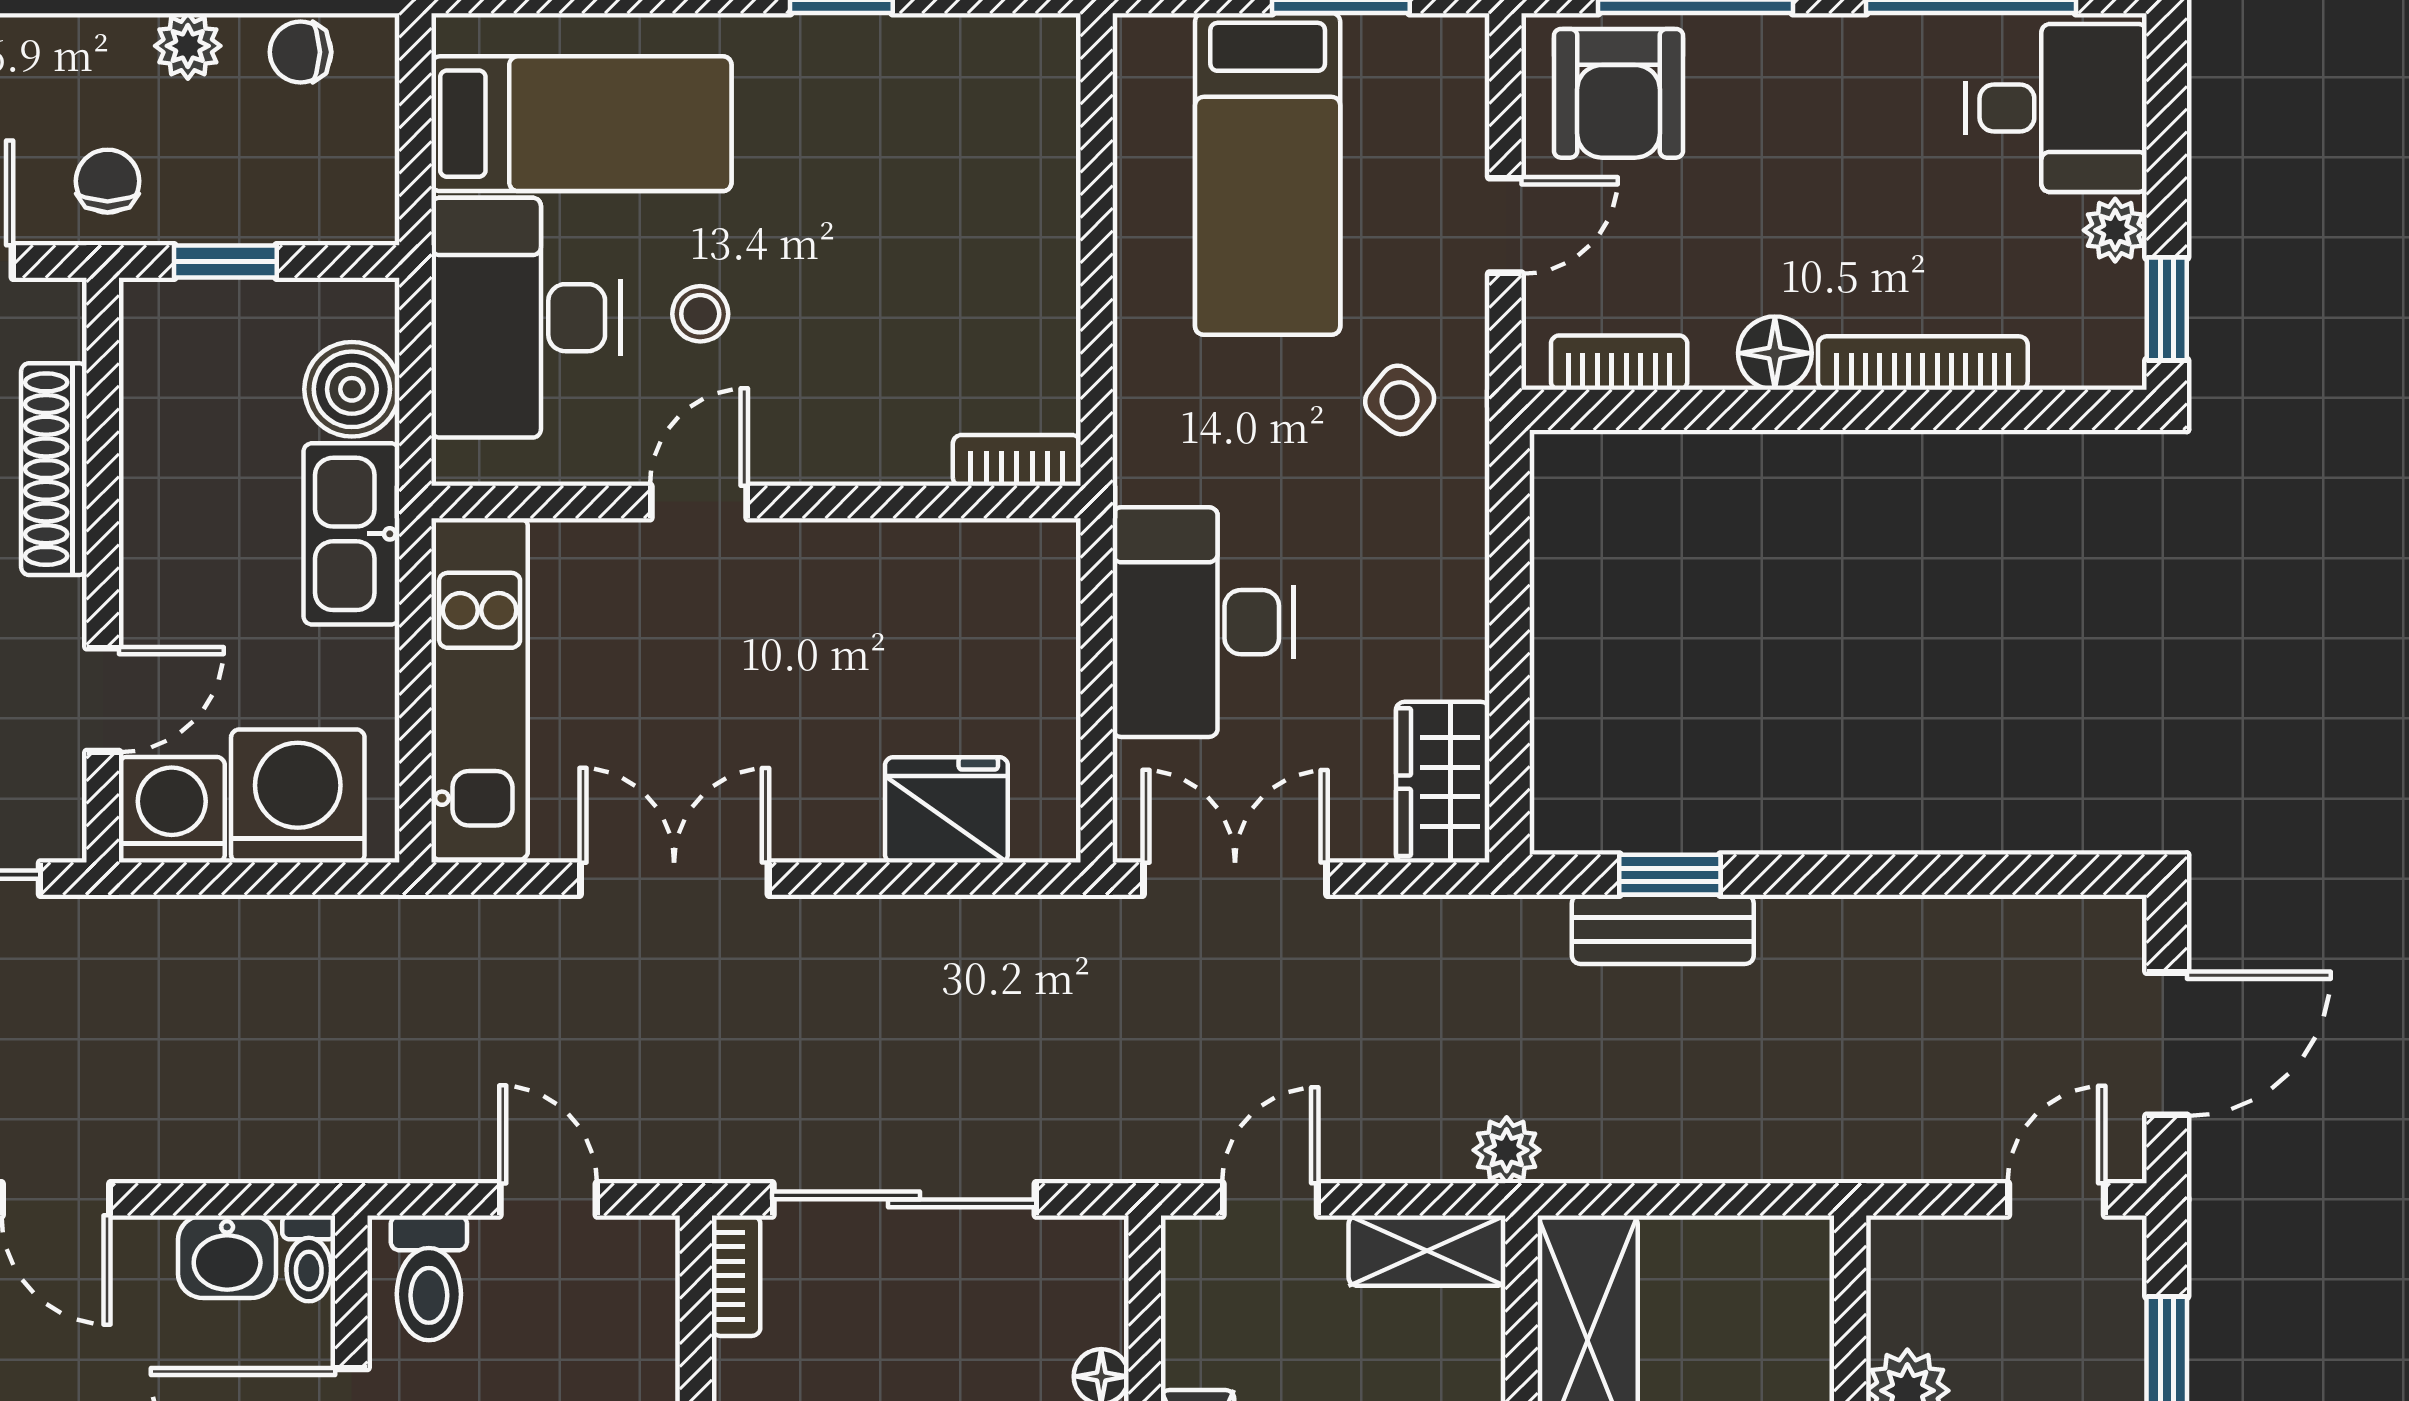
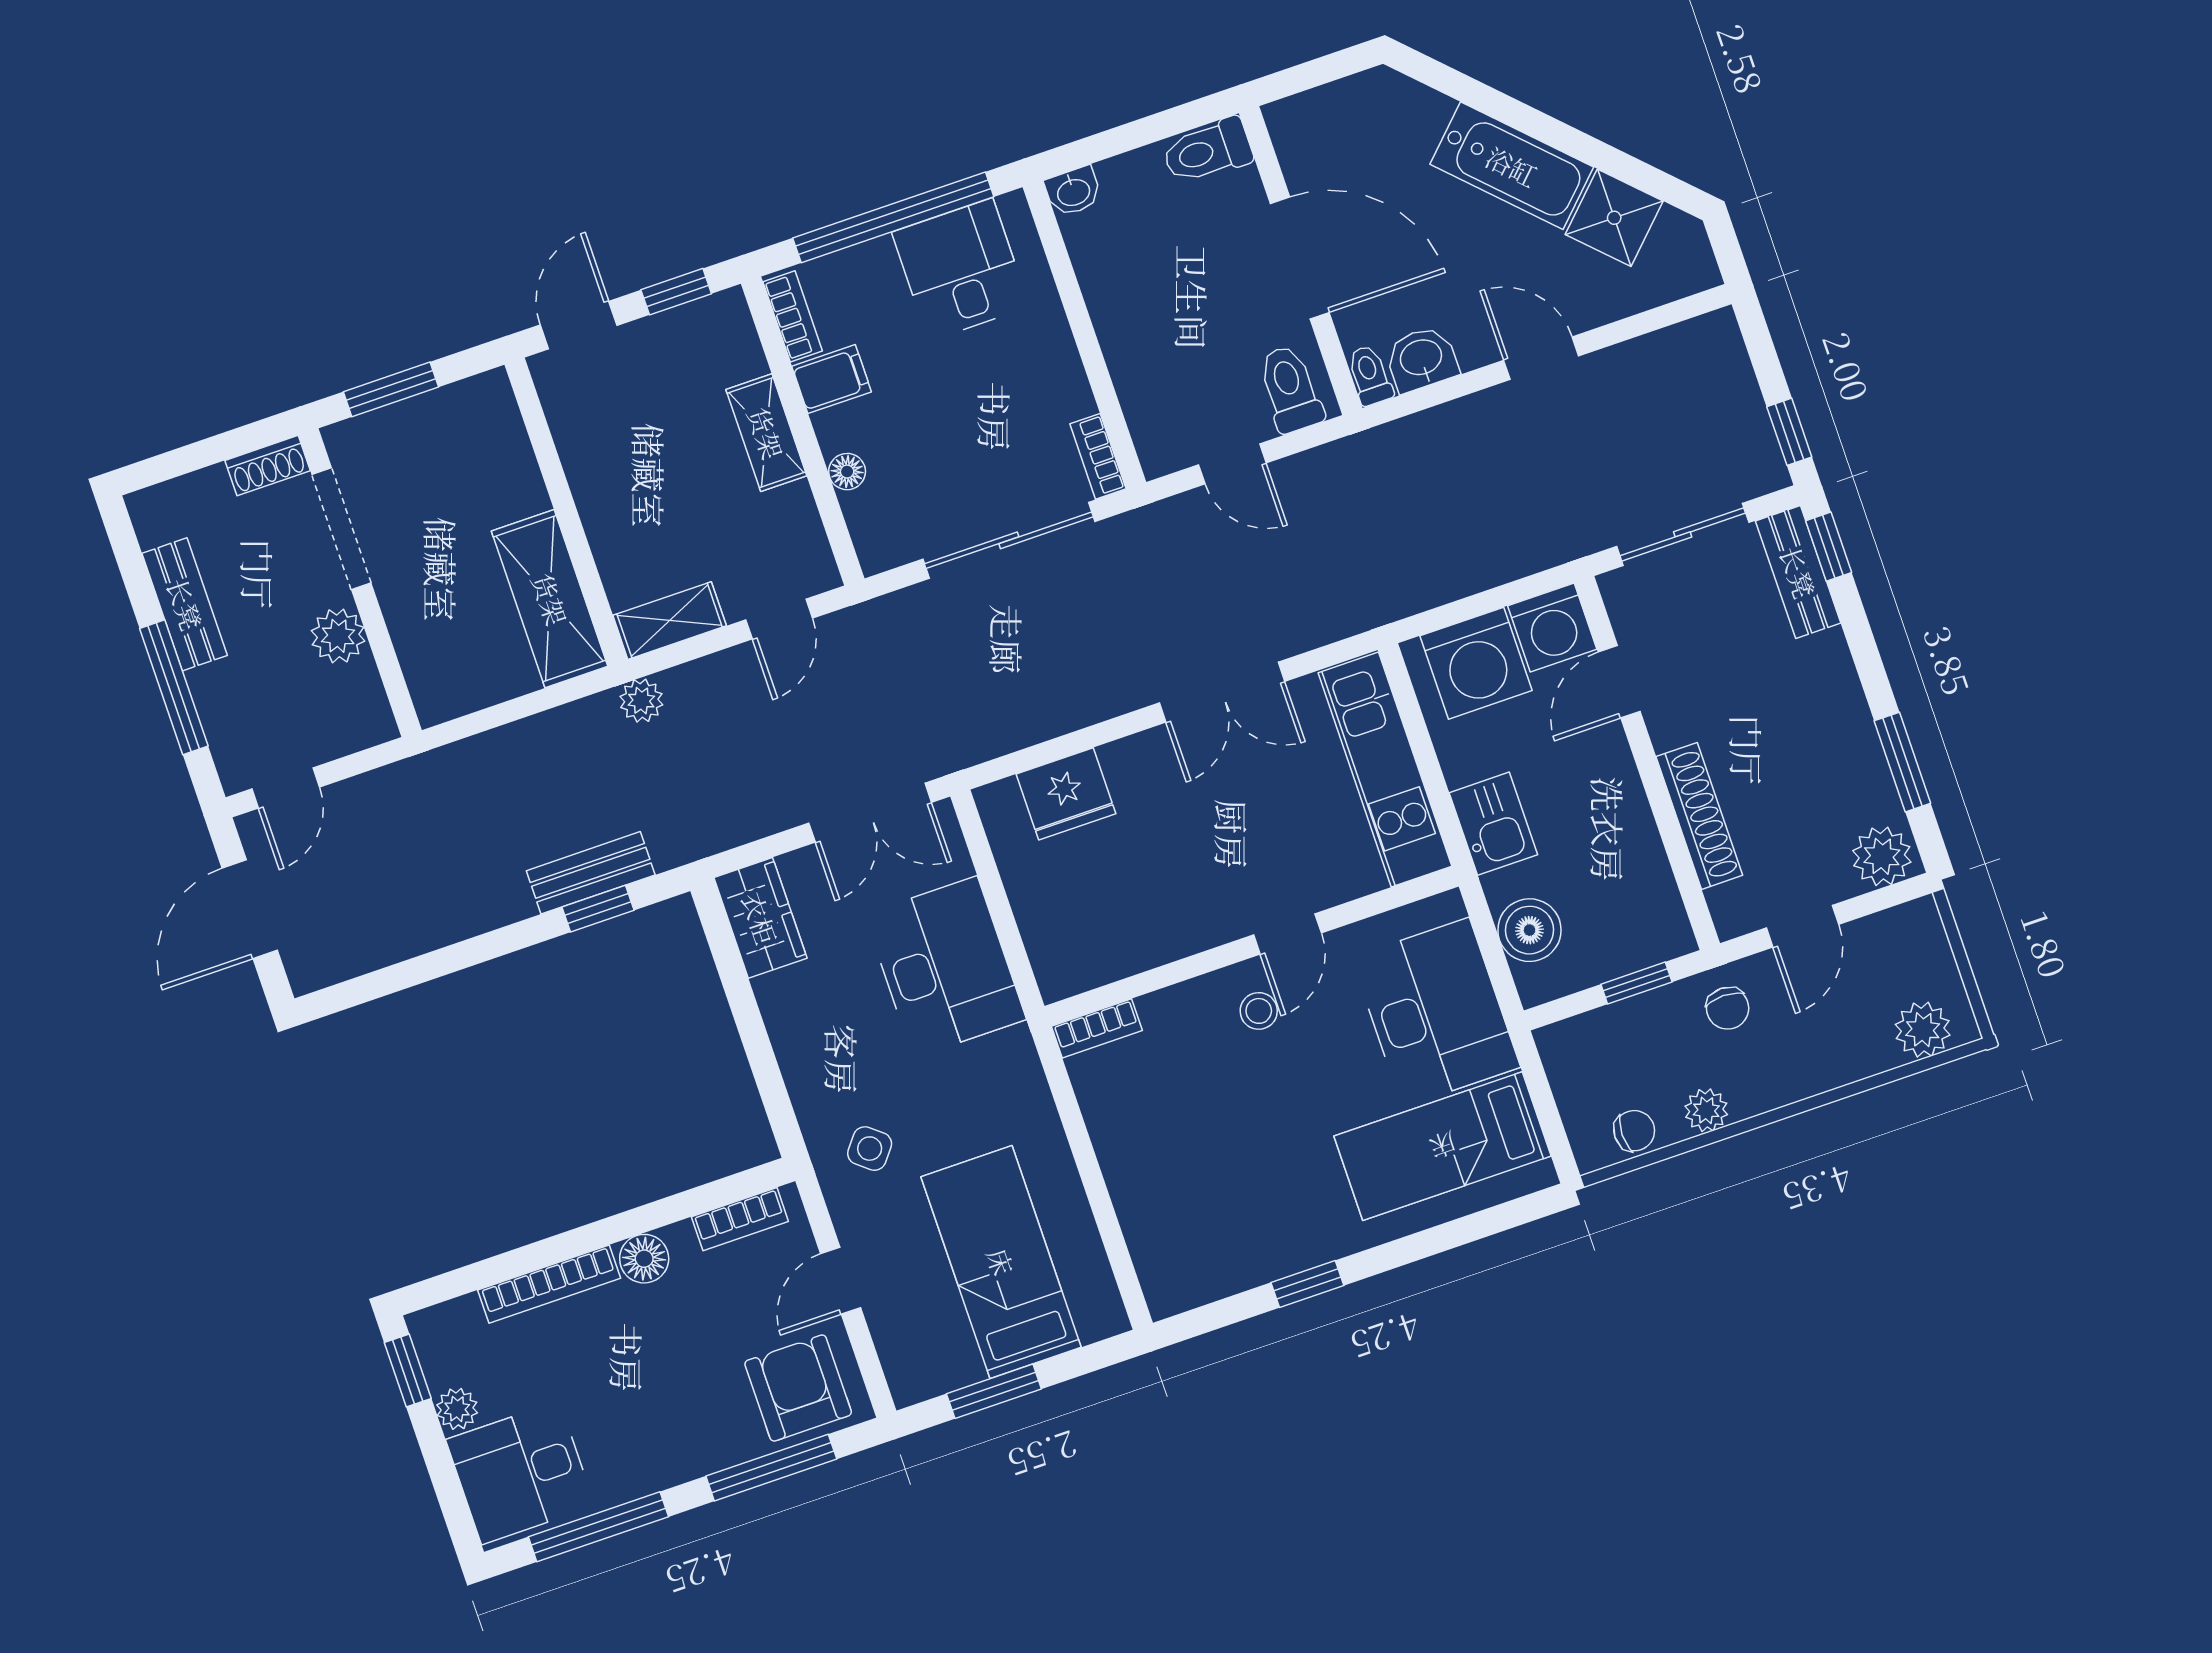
stool: (700, 314) -> (1259, 1011), moved
kitchen sink: (351, 534) -> (1493, 824), width x0.73

